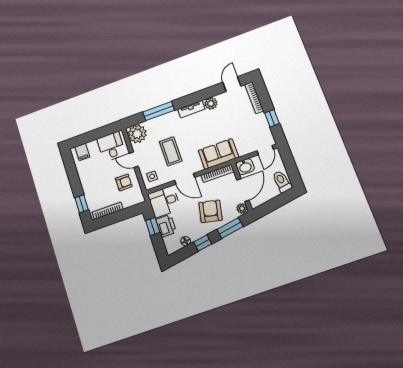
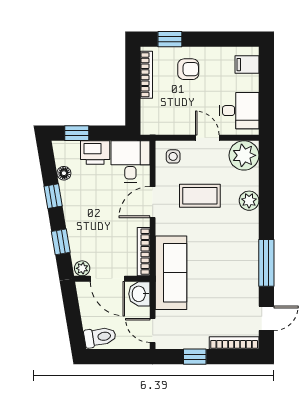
door: (232, 84) -> (266, 318), hinge flipped
plant: (211, 103) -> (249, 201), moved
tv unit: (191, 109) -> (251, 247), removed
window: (159, 111) -> (266, 263), moved
sofa: (218, 154) -> (171, 273), width x1.36
door: (134, 160) -> (207, 138), hinge flipped
armchair: (124, 182) -> (188, 69), moved, turned -90
armchair: (210, 211) -> (93, 223), removed
window: (153, 227) -> (77, 133), moved
window: (230, 228) -> (61, 242), width x0.67

